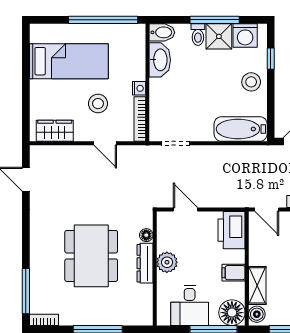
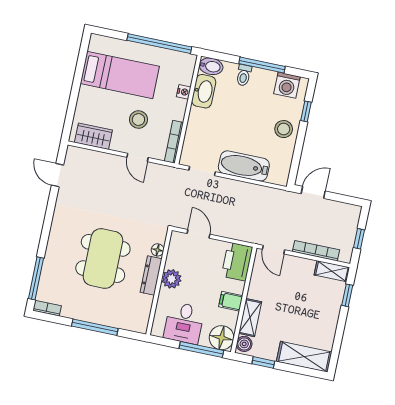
shower: (219, 36) -> (263, 81), removed
nightstand: (139, 88) -> (184, 92), moved
bathtub: (241, 129) -> (244, 166), moved

